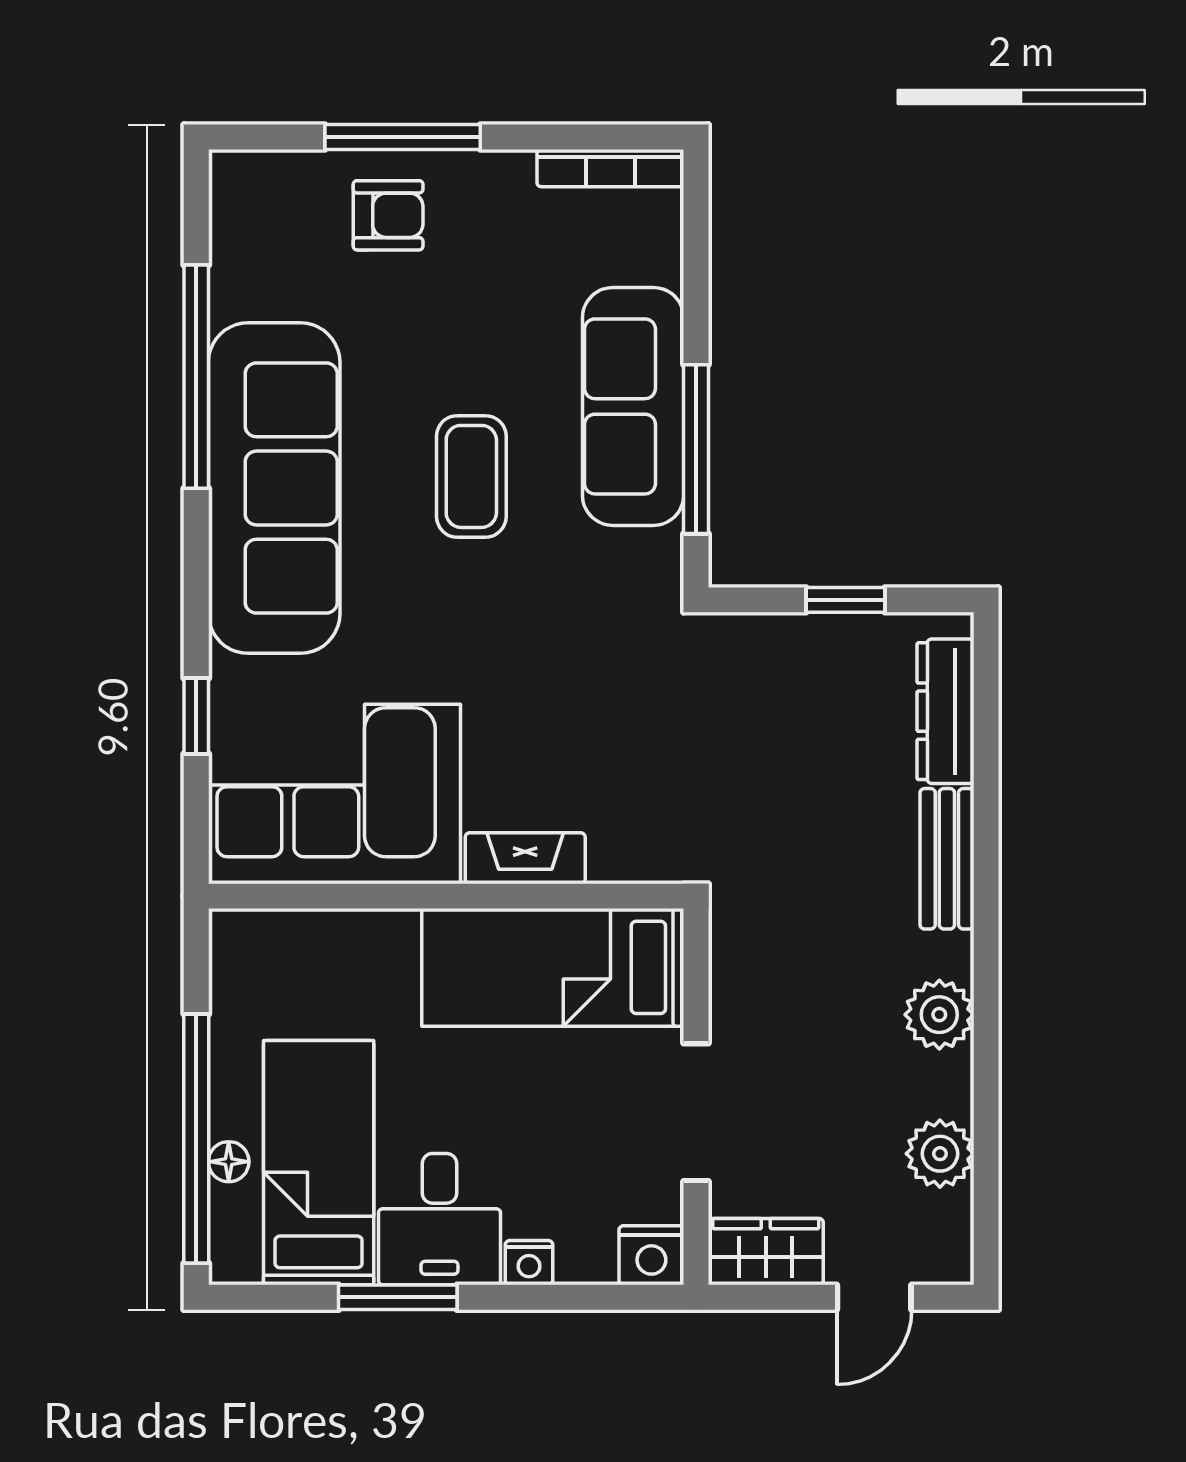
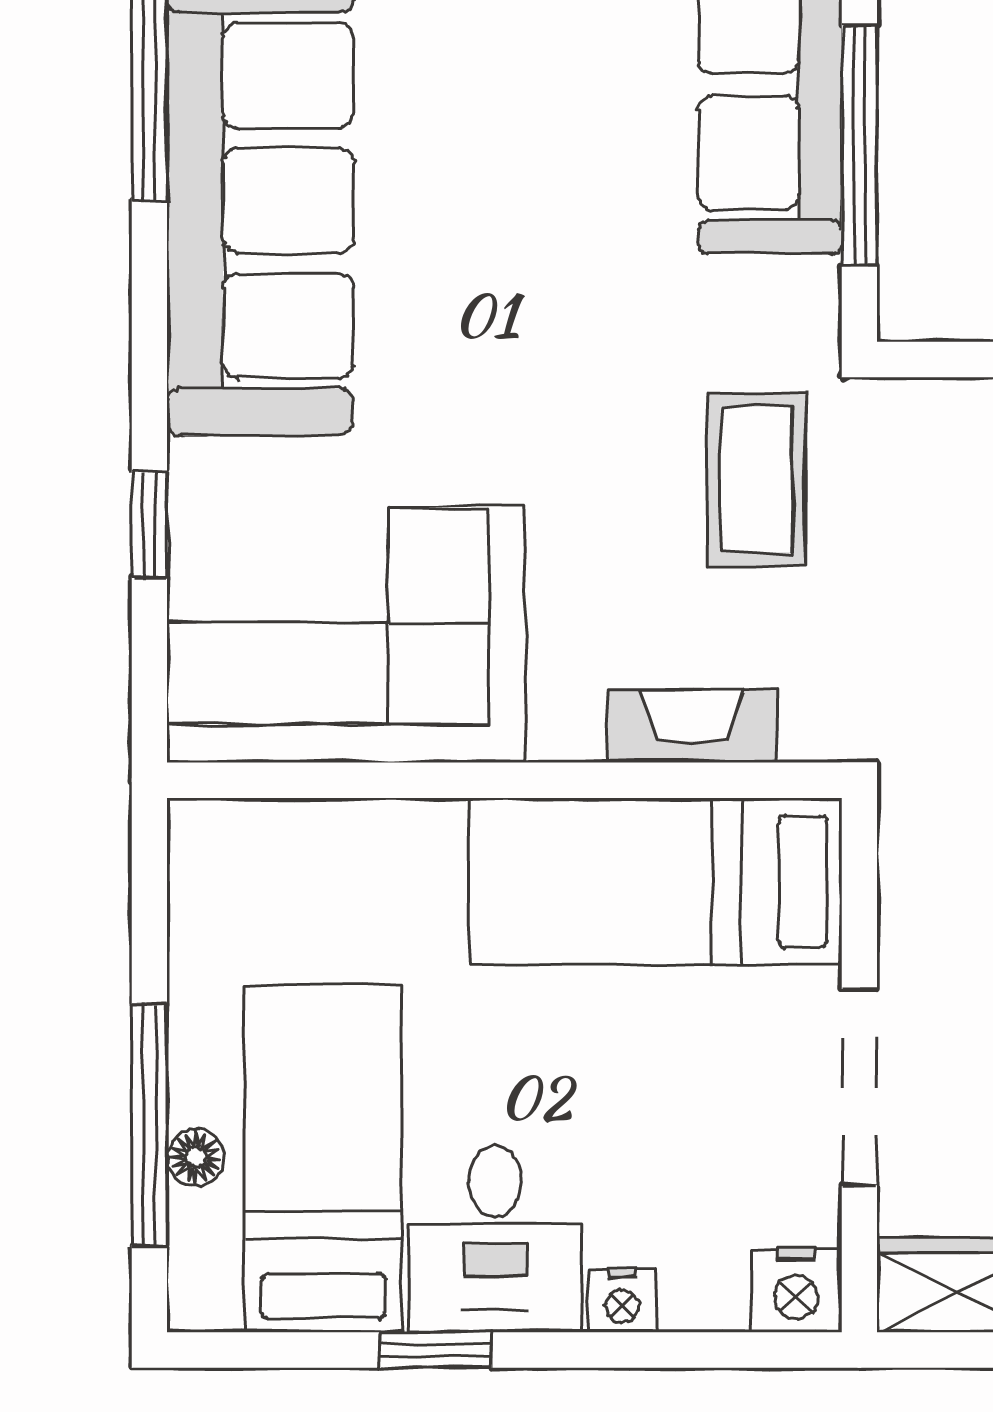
coffee table: (471, 476) -> (756, 479), moved
fireplace: (525, 858) -> (692, 726), moved
window: (196, 1139) -> (149, 1125), width x0.68
window: (398, 1297) -> (436, 1350), width x0.67

